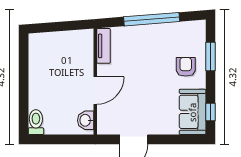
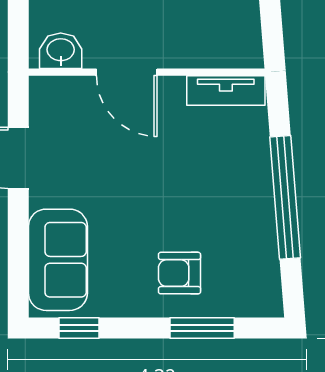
armchair: (186, 67) -> (180, 273), turned 180
sofa: (193, 112) -> (58, 260), moved, turned 90

